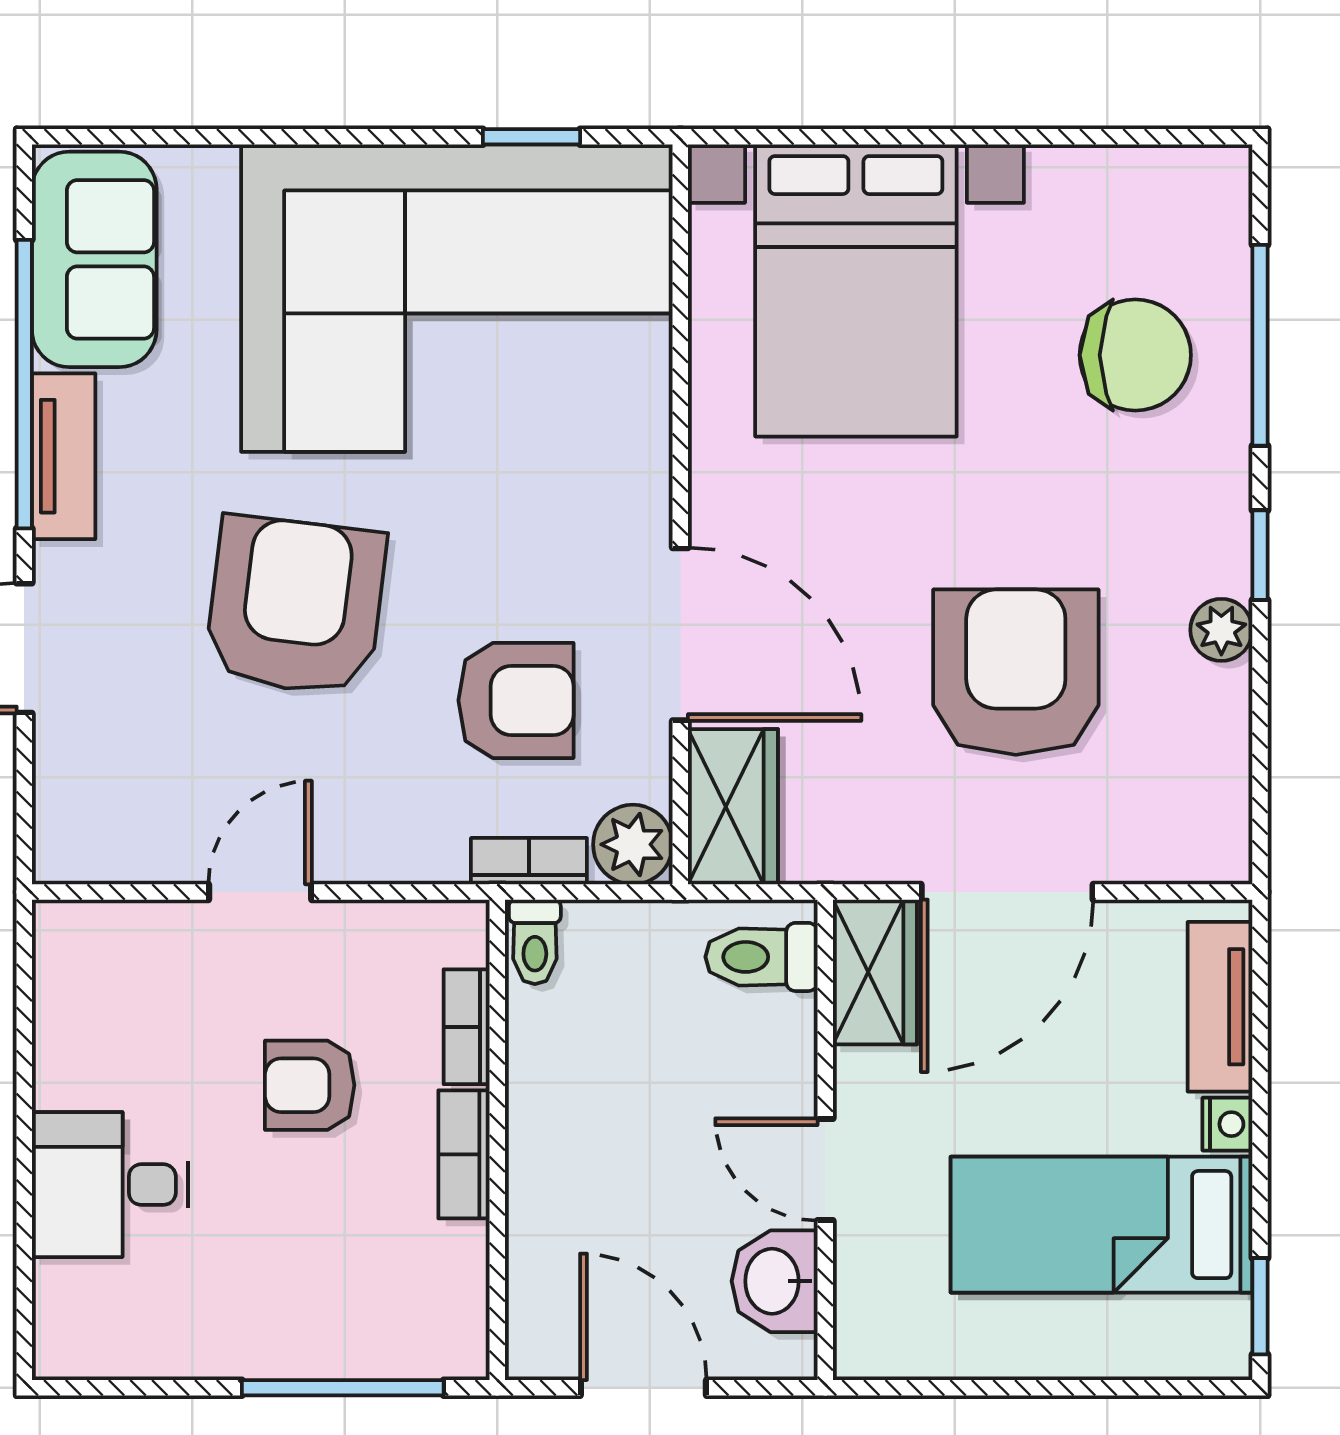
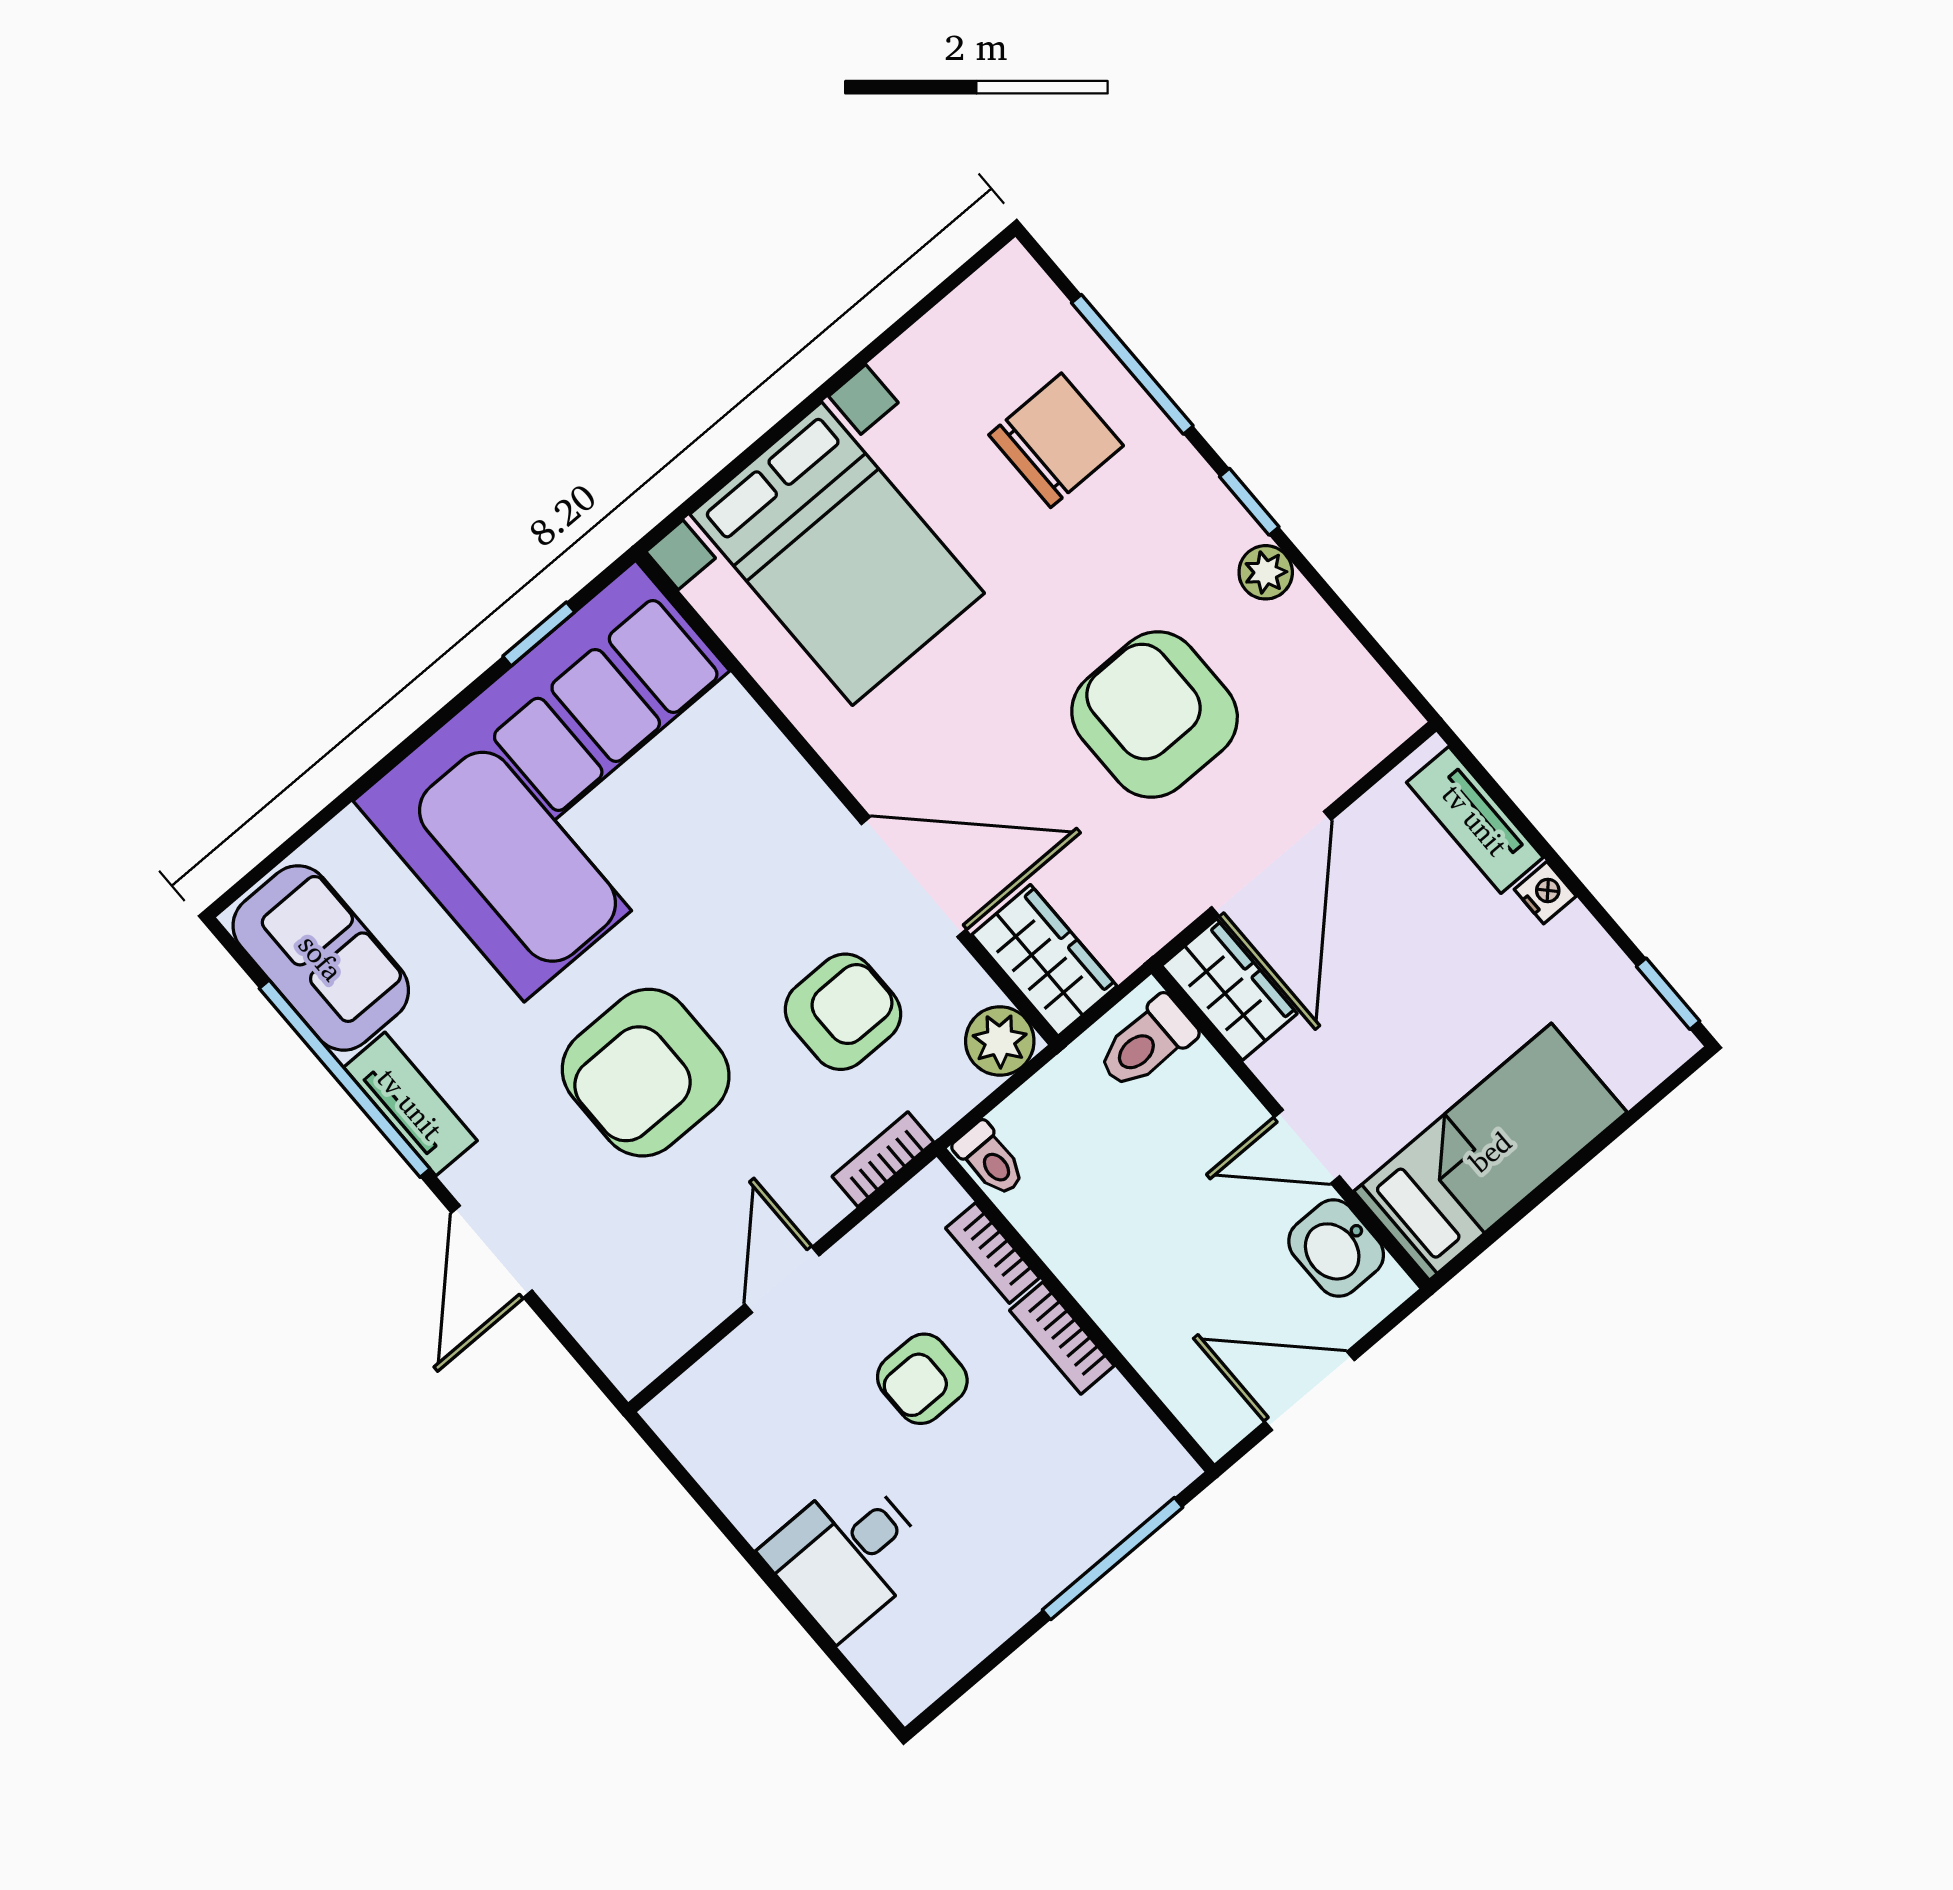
armchair: (295, 606) -> (646, 1073), turned -97
bookcase: (529, 861) -> (883, 1159), moved
bed: (1102, 1225) -> (1490, 1152), moved, turned 180

